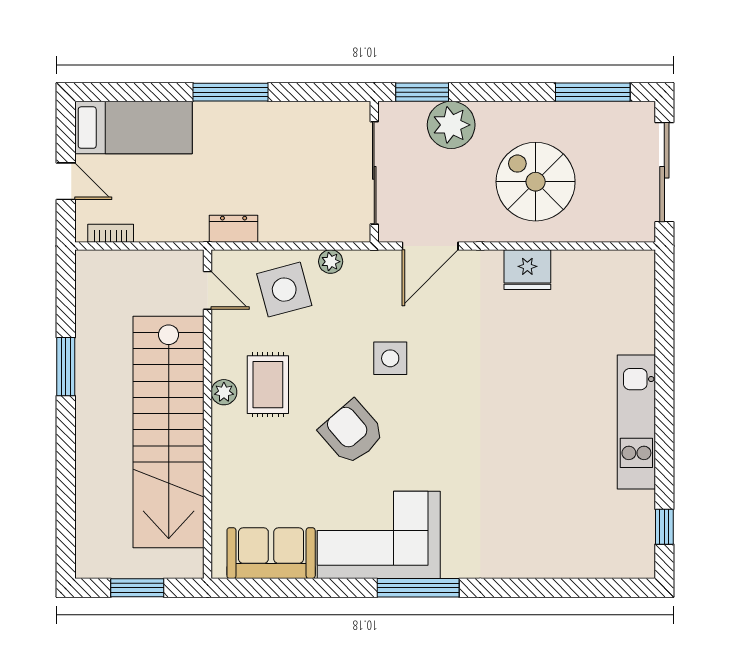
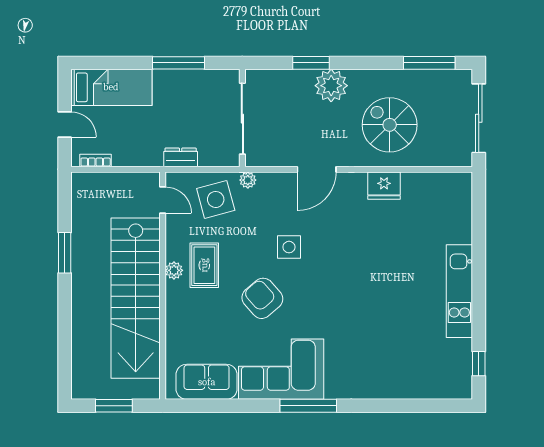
wall: (374, 172) -> (242, 118), moved
sliding door: (374, 173) -> (242, 119), moved

